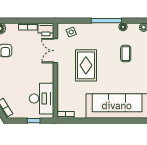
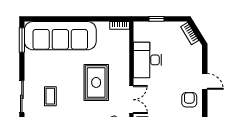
desk: (42, 99) -> (147, 60), moved

